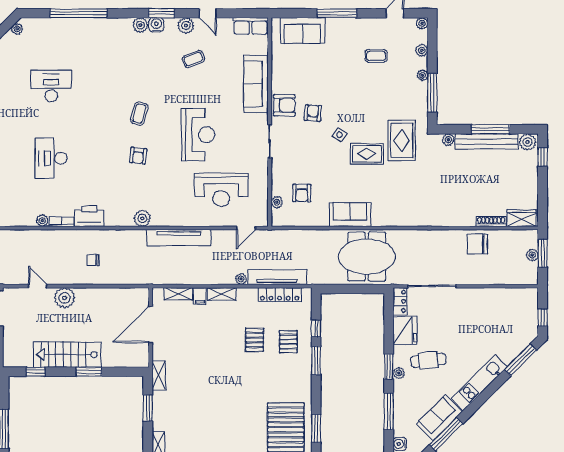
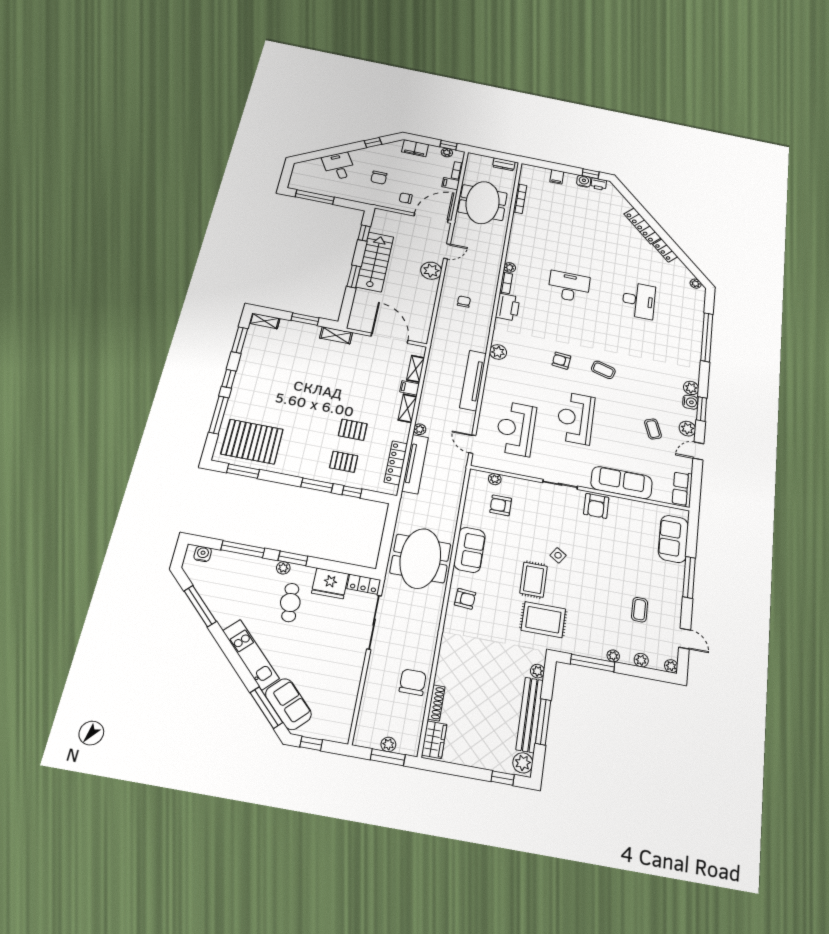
armchair: (313, 113) -> (465, 599), moved
reception desk: (198, 135) -> (576, 418), turned 90
sofa: (439, 418) -> (288, 704), moved

